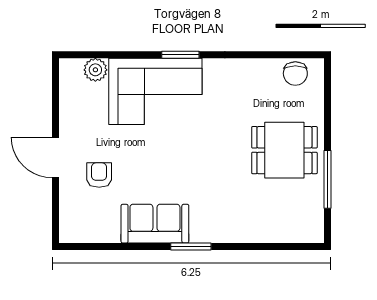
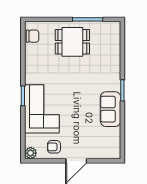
plant: (95, 70) -> (31, 153), moved
dining table: (284, 150) -> (72, 42), turned 90
armchair: (99, 175) -> (54, 147), moved

